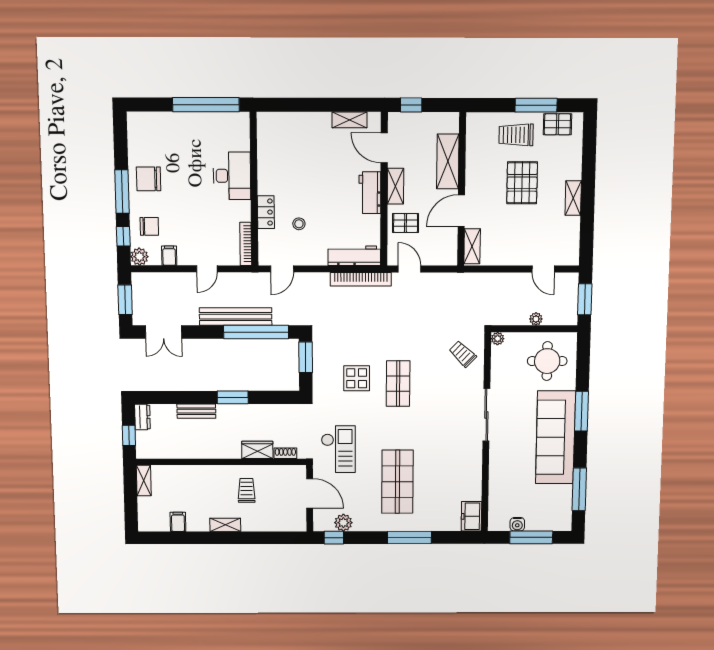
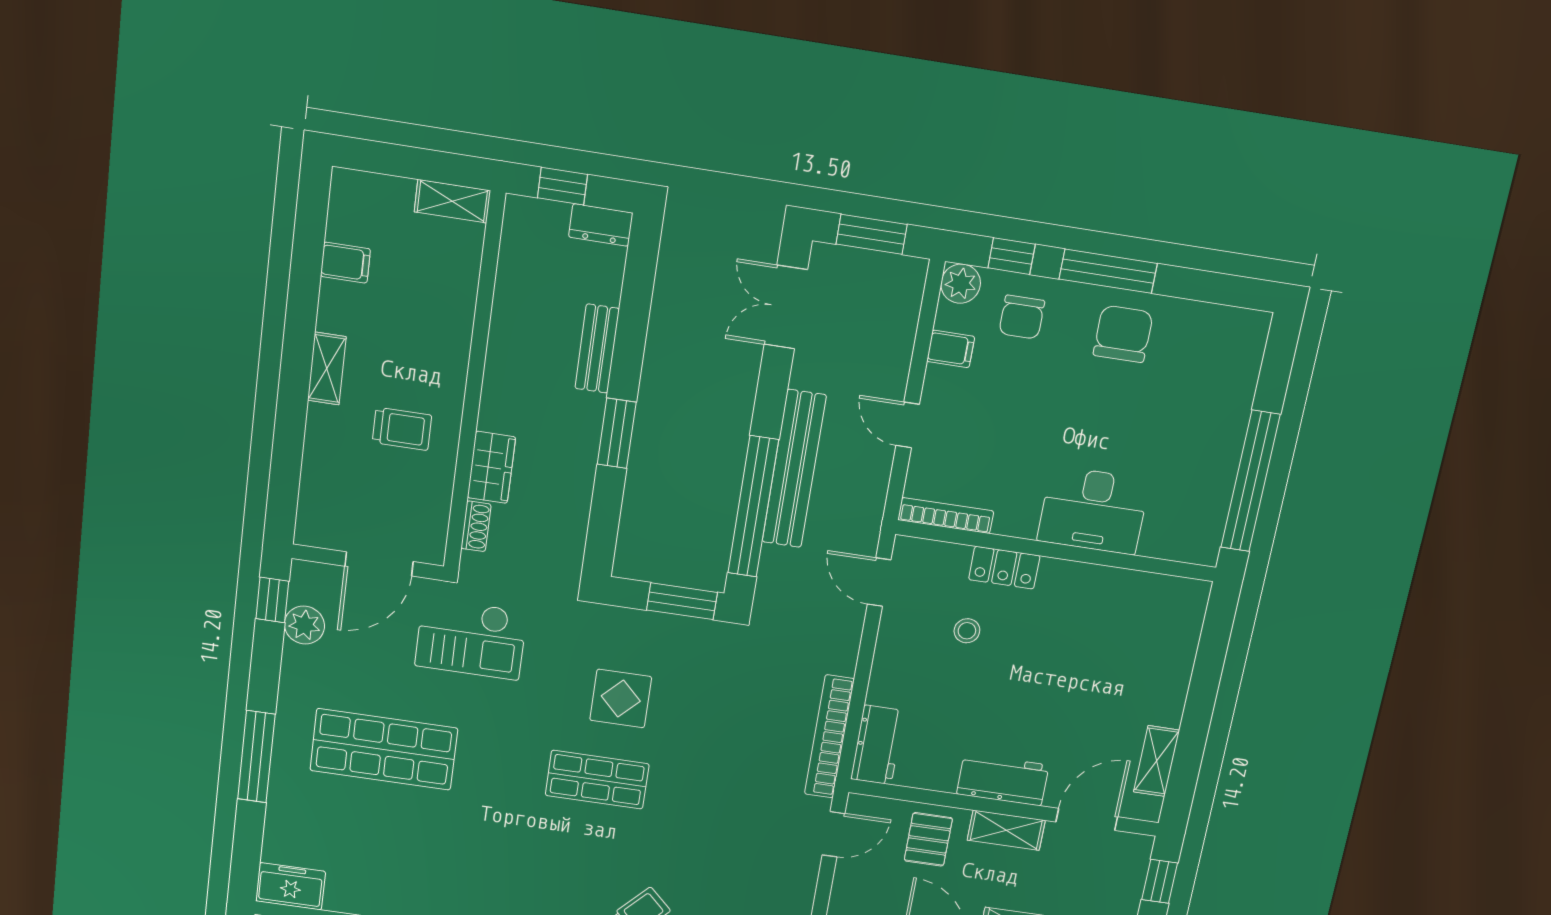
workbench: (354, 256) -> (878, 745), width x0.73

